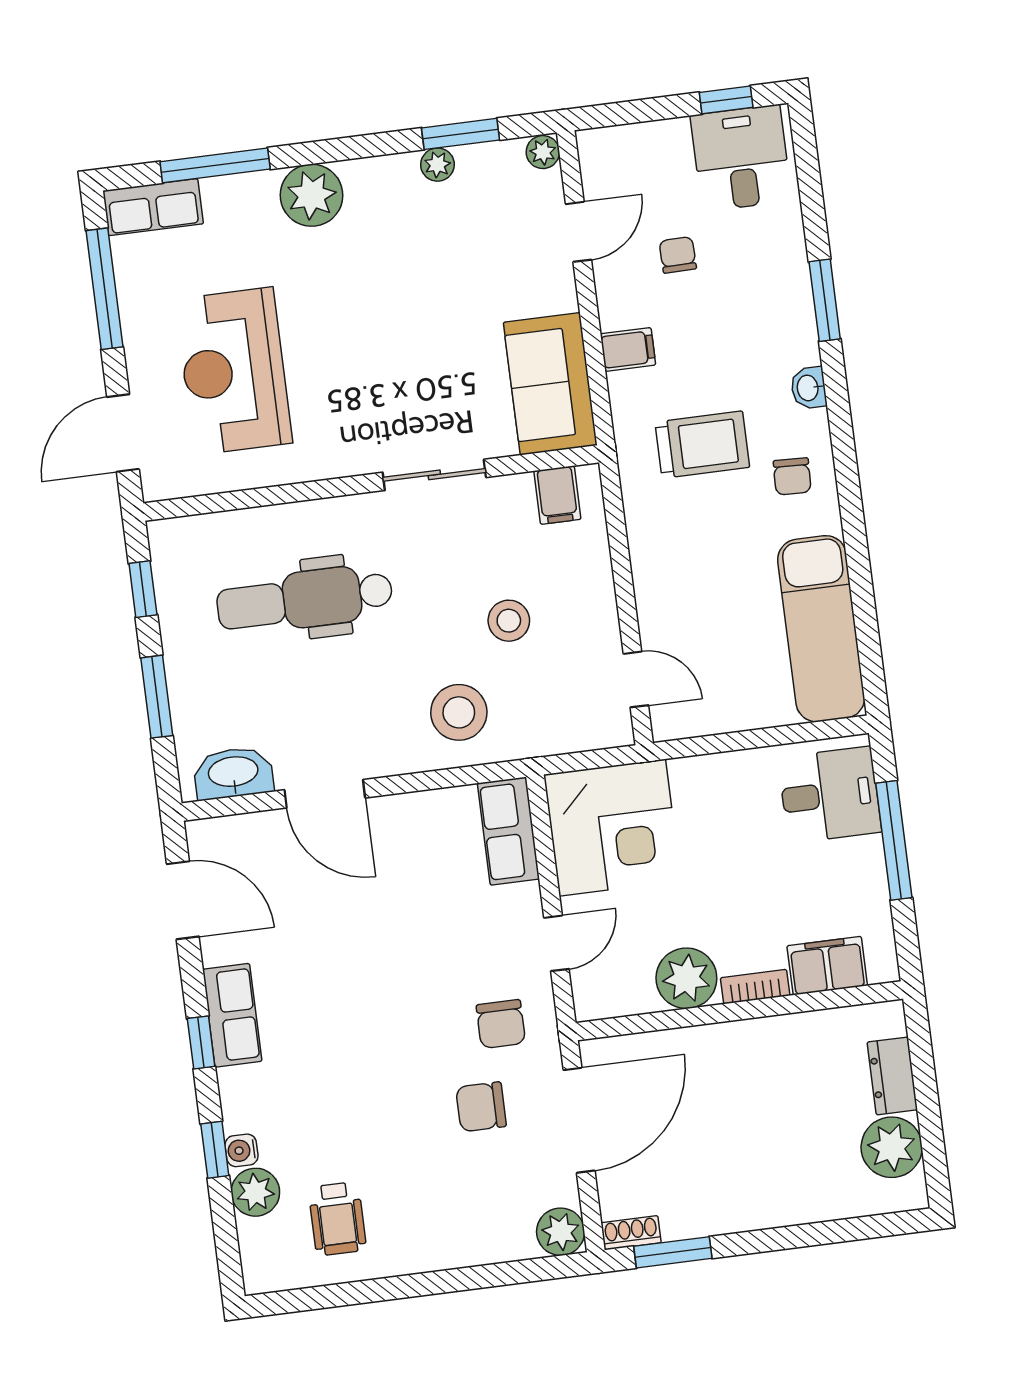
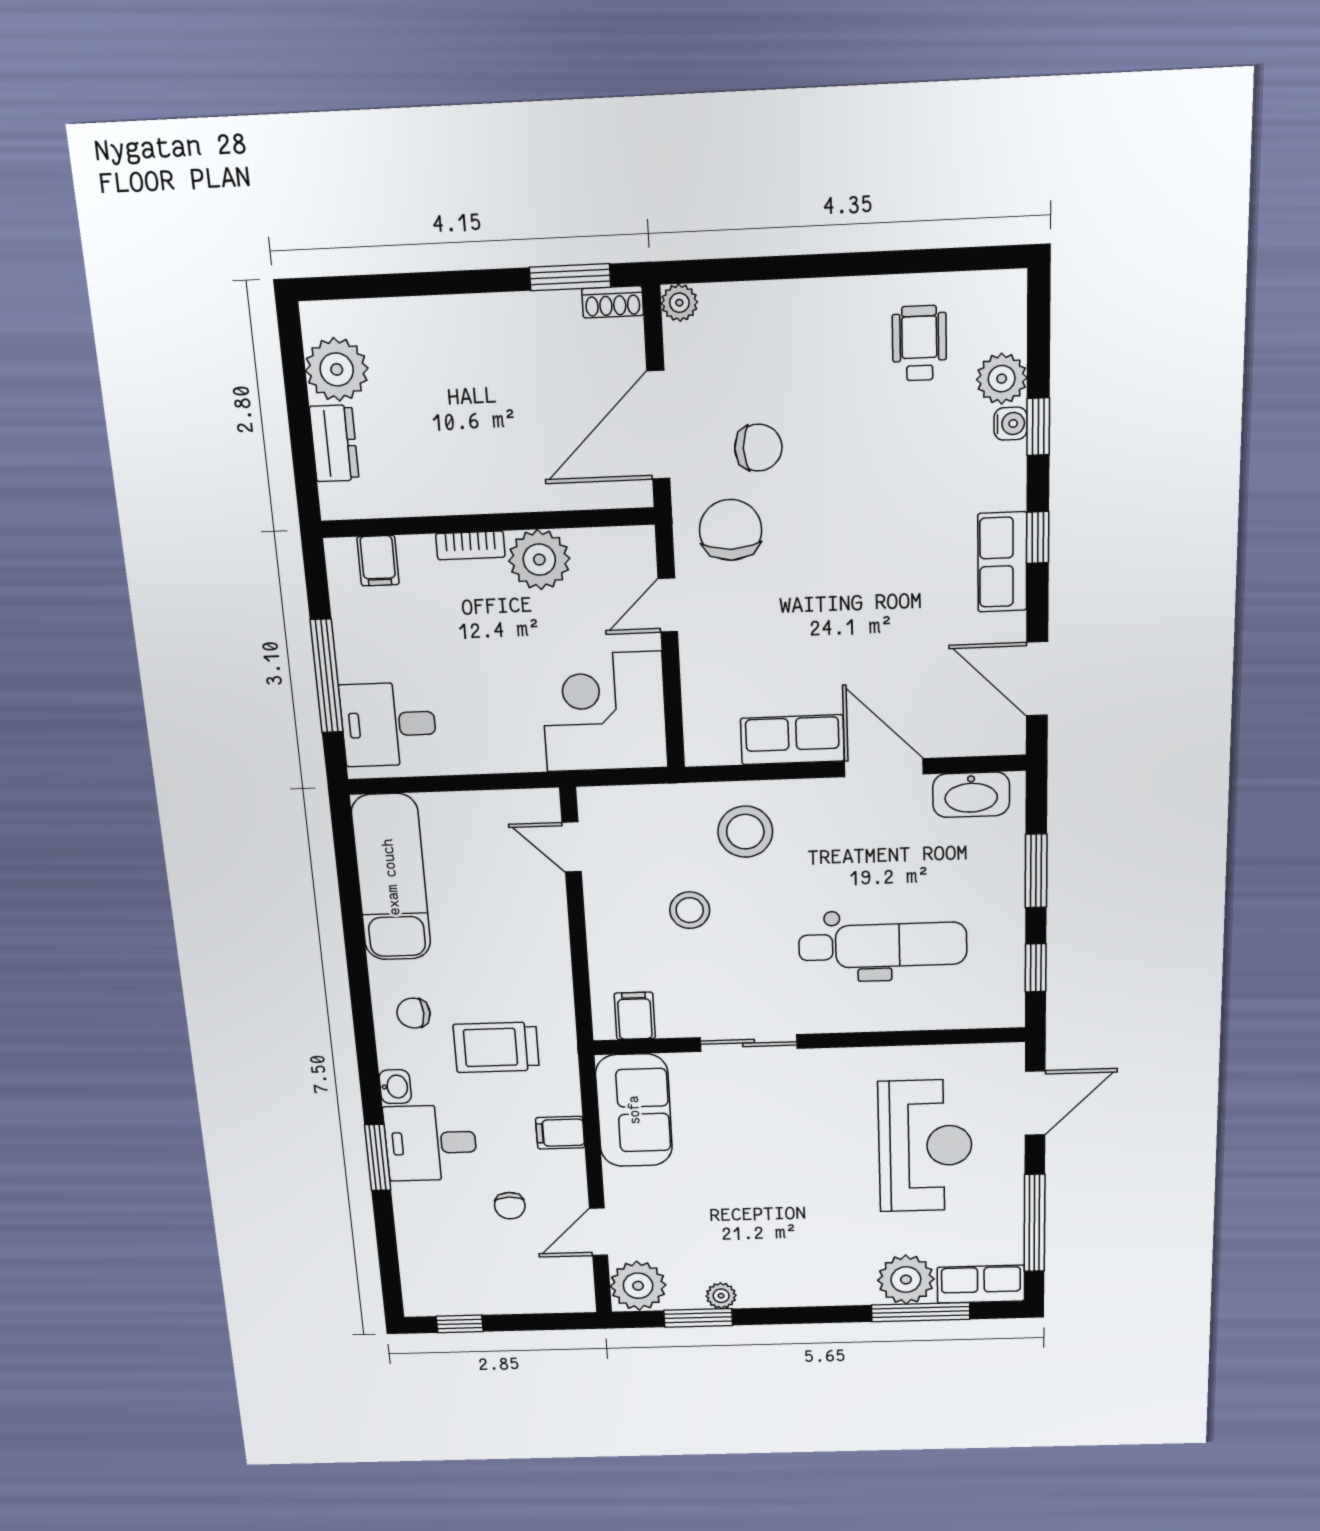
plant: (543, 152) -> (638, 1286), width x1.88, depth x1.88
desk: (741, 158) -> (431, 1143), moved, turned 90
plant: (312, 195) -> (906, 1280), moved
chair: (792, 476) -> (414, 1013), turned -92
row of seats: (508, 831) -> (792, 740), moved, turned -90
filing cabinet: (827, 966) -> (378, 561), width x0.50
chair: (501, 1024) -> (731, 530), width x1.37, depth x1.37
plant: (561, 1232) -> (679, 303), width x0.73, depth x0.73

